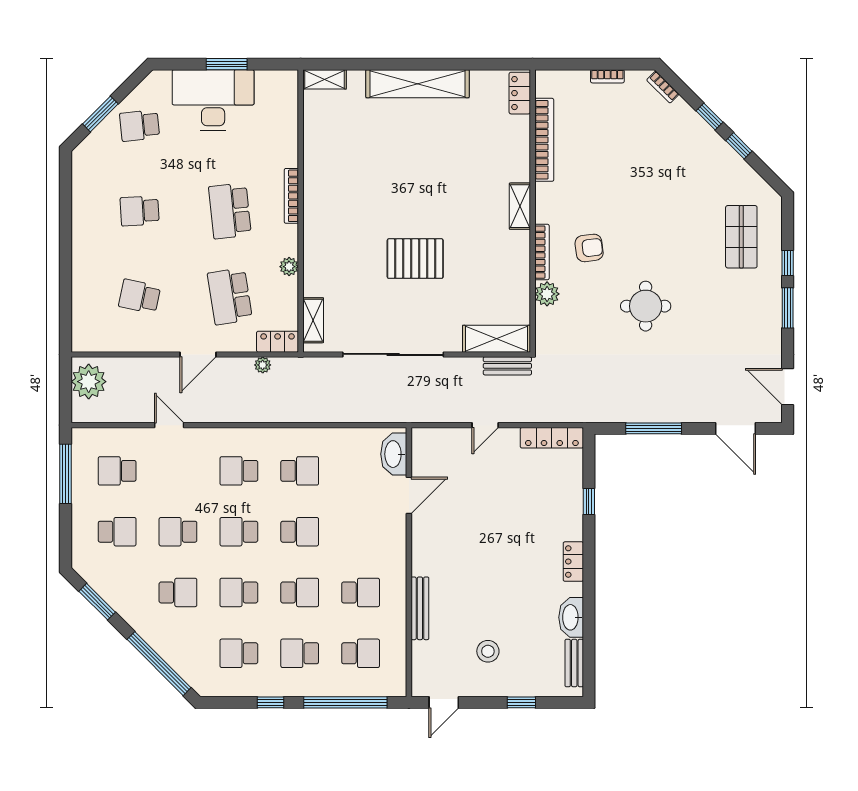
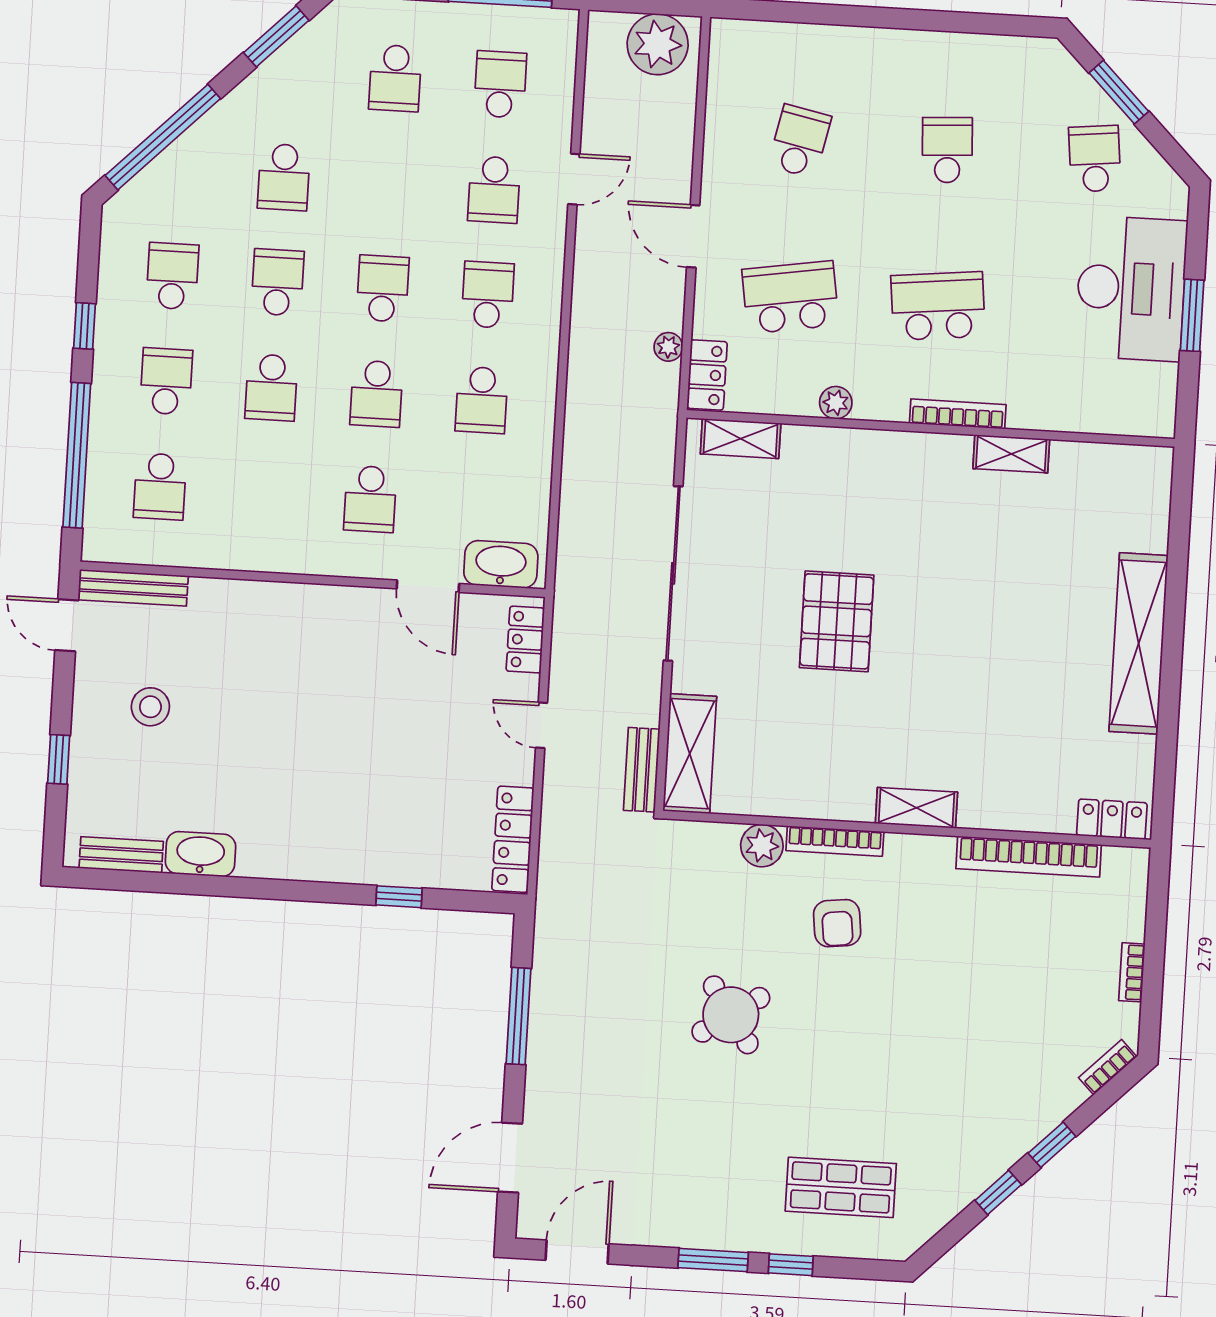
shelving: (325, 79) -> (1011, 454), moved, turned 90
round table: (646, 306) -> (731, 1015), turned -34
school desk: (178, 532) -> (494, 190), moved, turned 180
locker: (573, 562) -> (525, 640), moved, turned -90
school desk: (361, 592) -> (370, 499), moved
bench: (420, 608) -> (133, 588), moved

